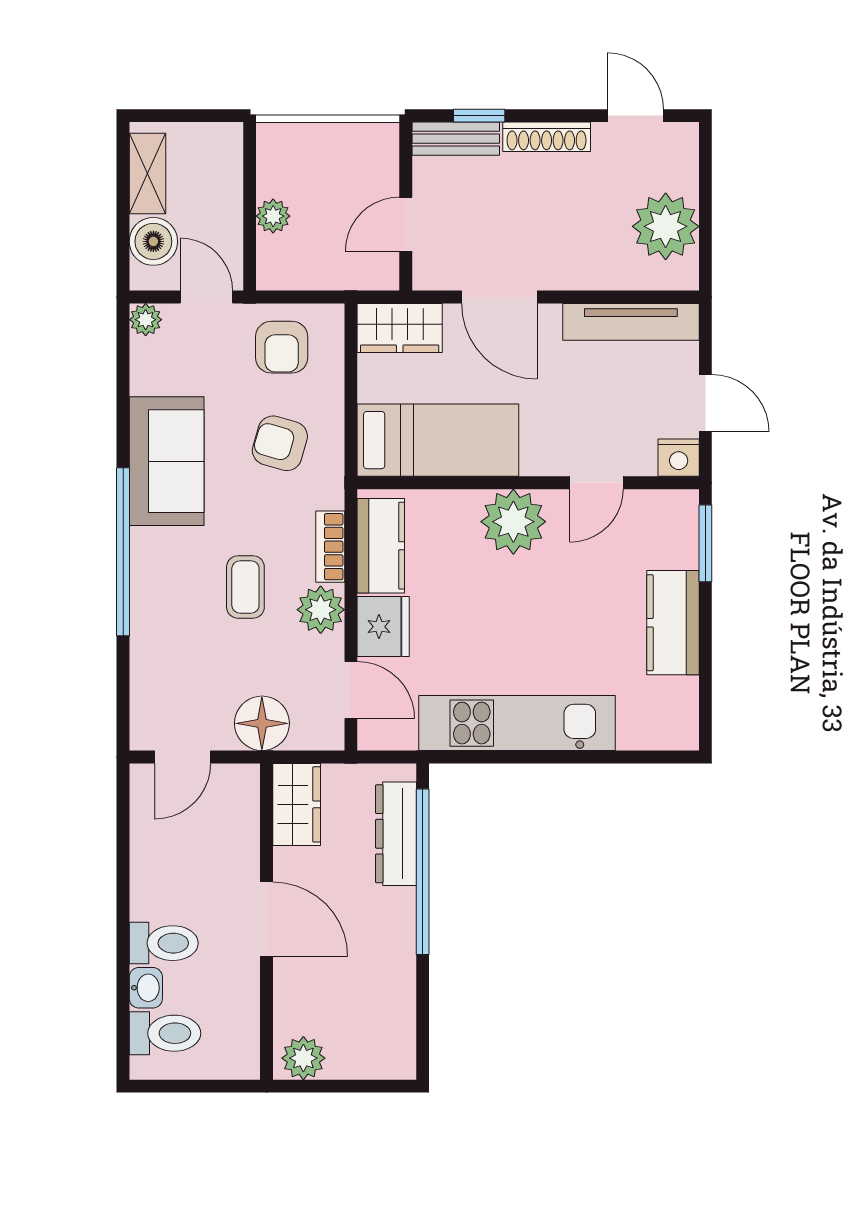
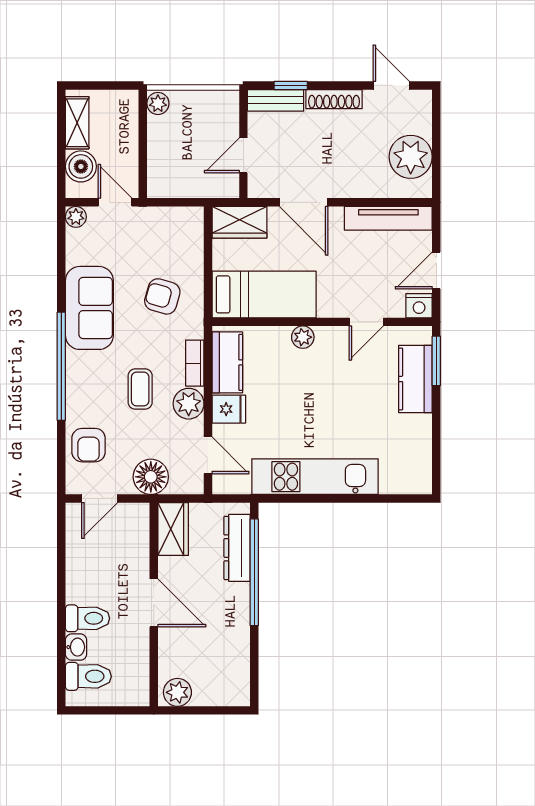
plant: (273, 216) -> (158, 103), moved
armchair: (282, 347) -> (89, 445), moved
door: (705, 403) -> (436, 271), swing flipped
plant: (513, 522) -> (303, 337), width x0.53, depth x0.53
kitchen counter: (673, 623) -> (415, 379), moved
fridge: (383, 627) -> (229, 409), width x0.72

